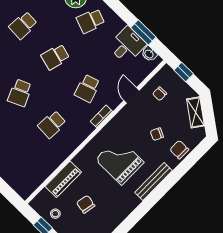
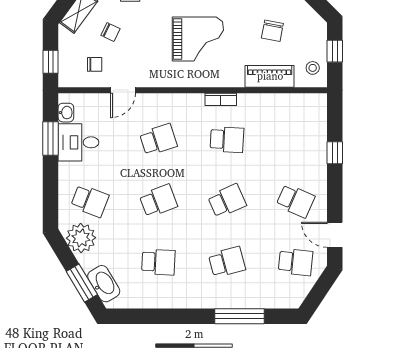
school desk: (55, 57) -> (158, 201), turned -36
bookcase: (101, 116) -> (221, 99), moved
chair: (157, 134) -> (110, 32), moved
grand piano: (120, 161) -> (198, 39), turned -90
stool: (55, 214) -> (313, 68), moved

